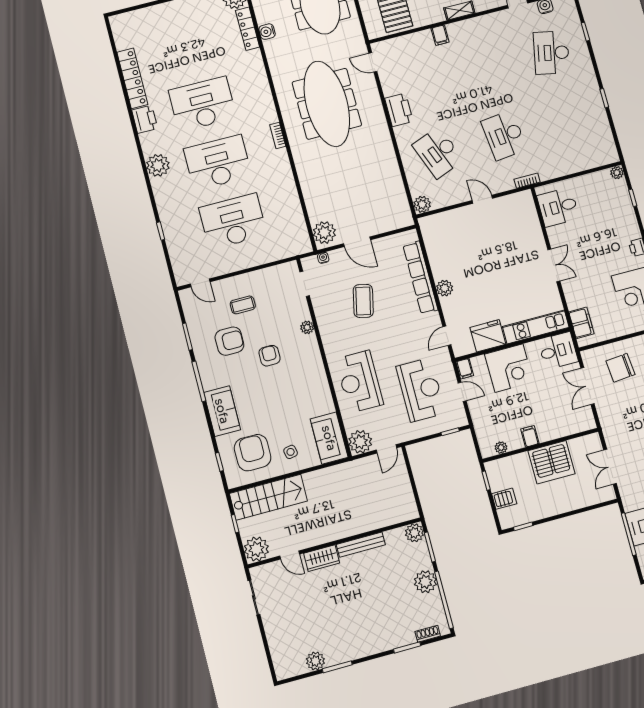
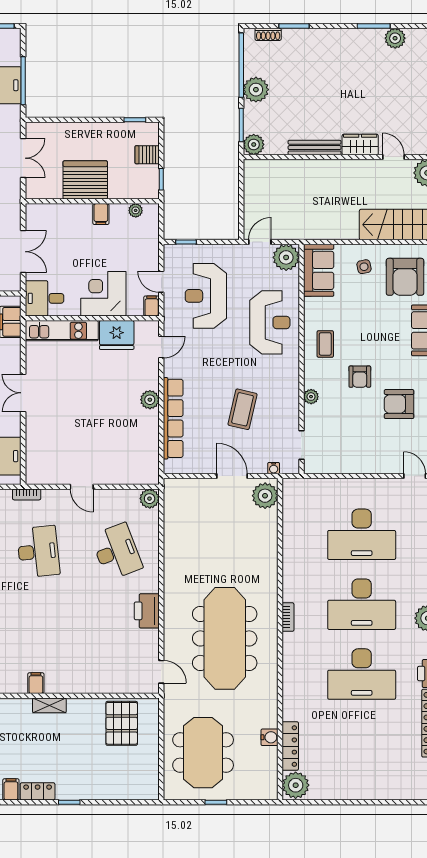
filing cabinet: (440, 35) -> (36, 683), moved
coffee table: (243, 305) -> (325, 344), moved, turned 90

